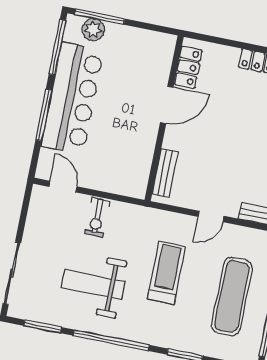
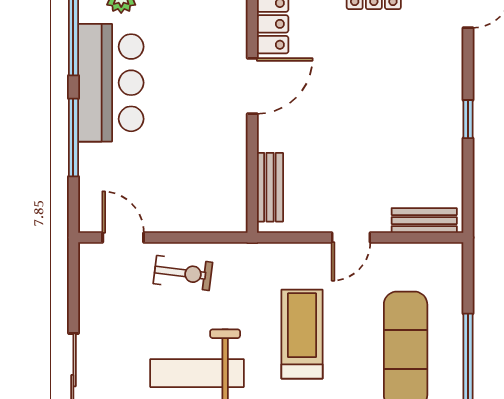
bar counter: (72, 98) -> (111, 83), width x0.73
exercise bike: (97, 217) -> (183, 273), turned -83

